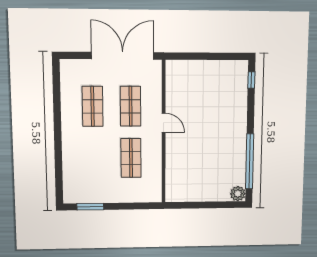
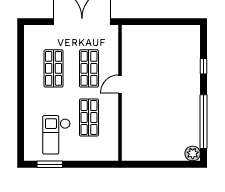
window: (251, 80) -> (204, 66), moved
door: (164, 123) -> (120, 84), swing flipped
checkout: (97, 176) -> (56, 135), added

